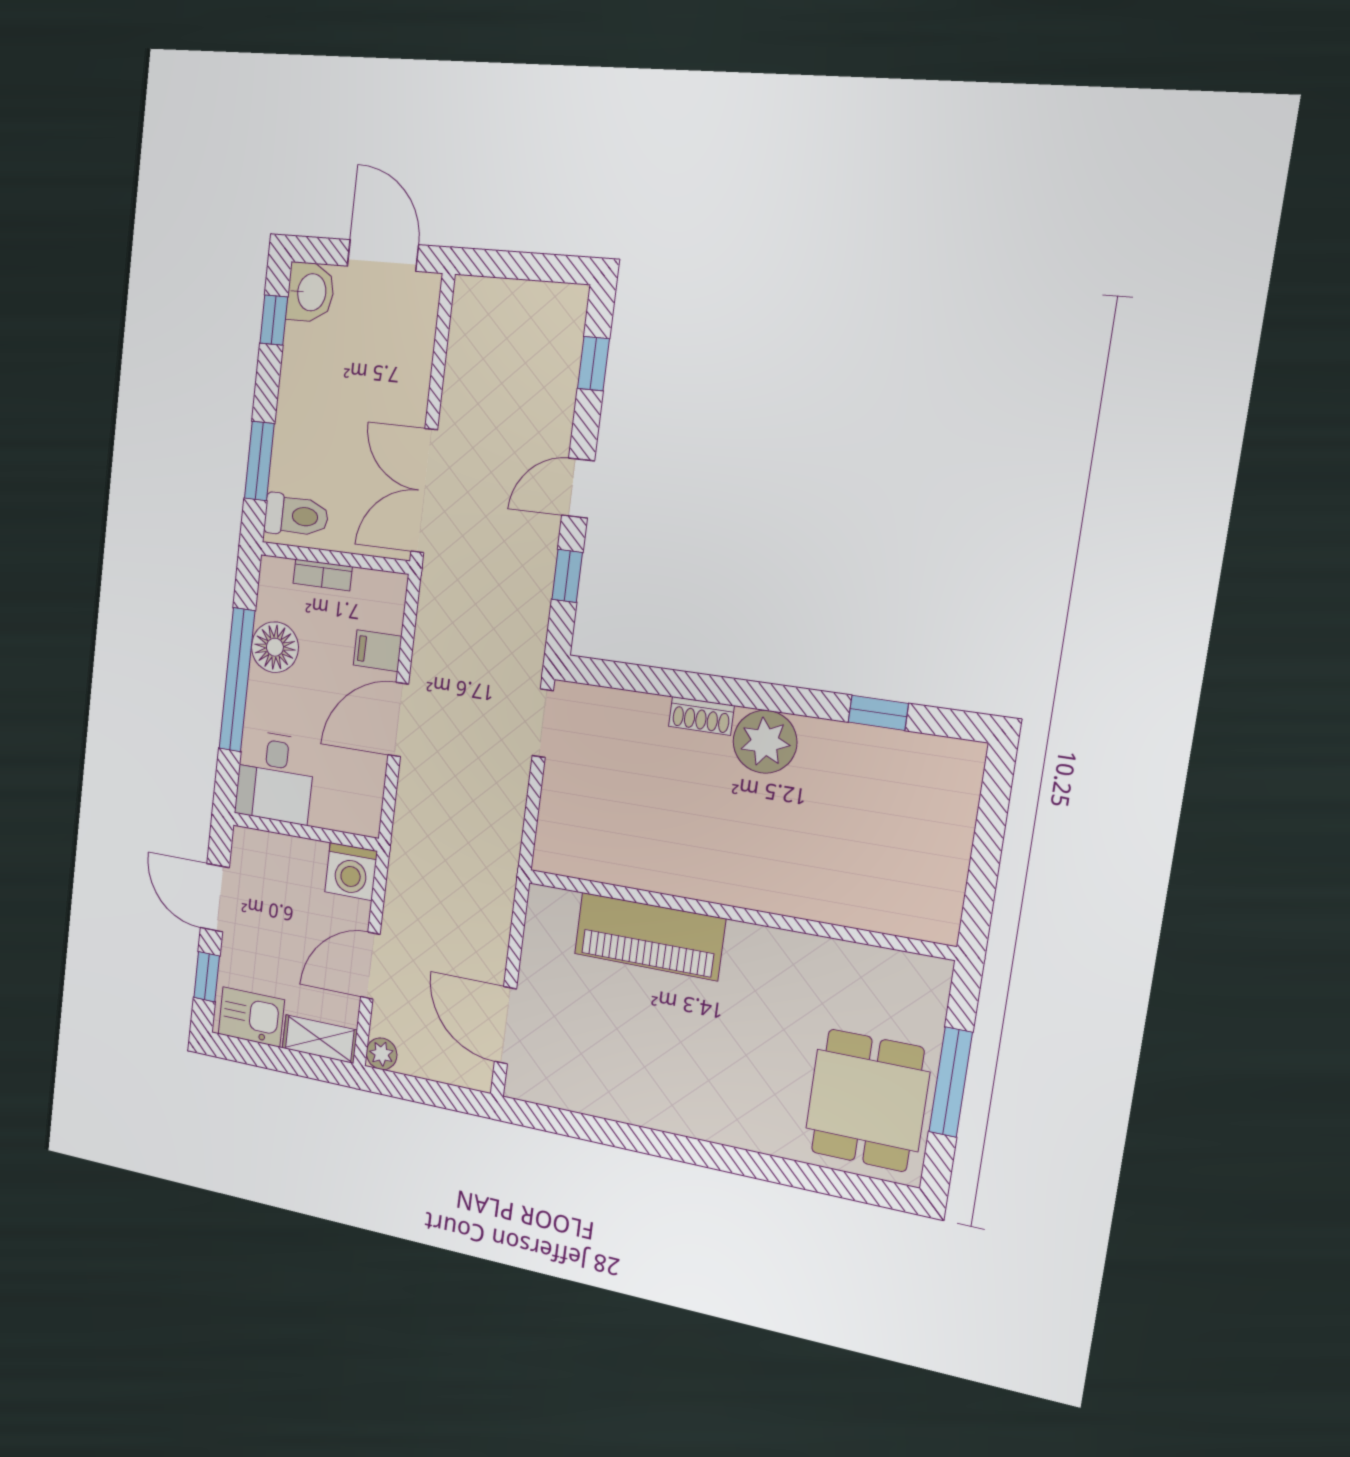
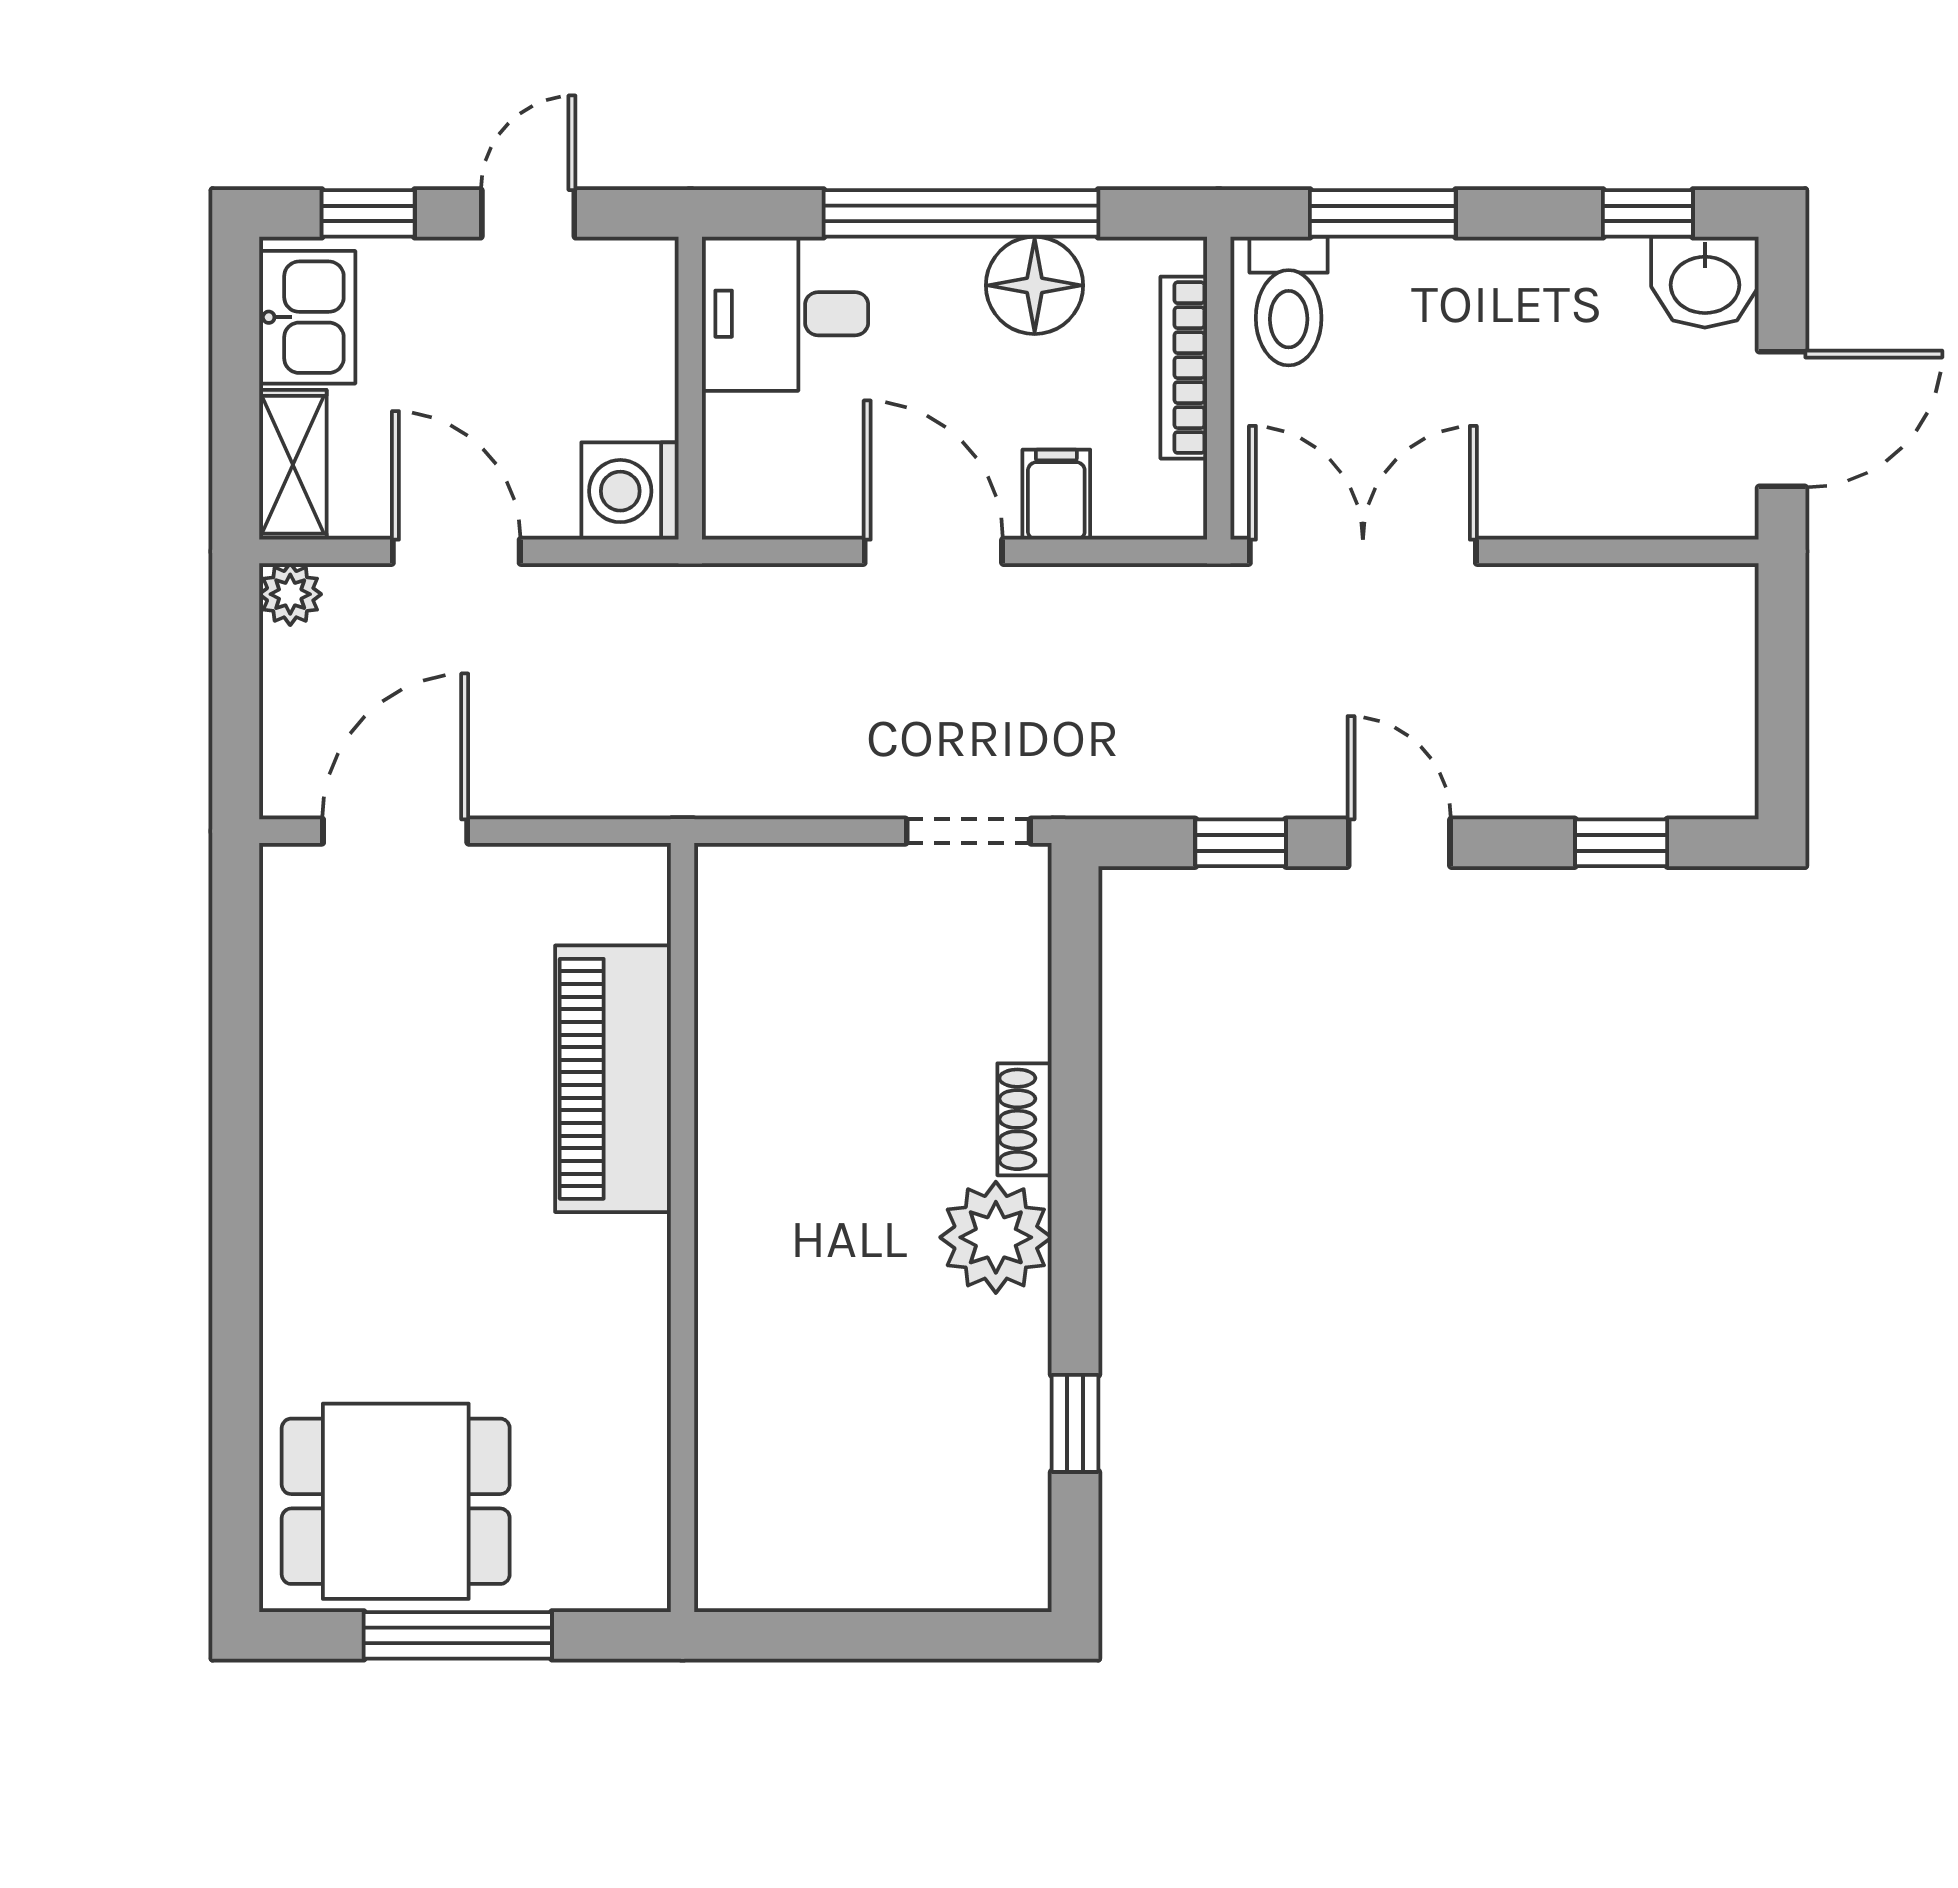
bookcase: (323, 575) -> (1184, 368), width x1.56
door: (215, 898) -> (528, 213), width x0.73

